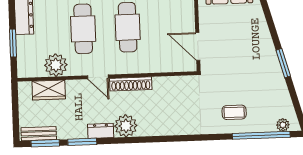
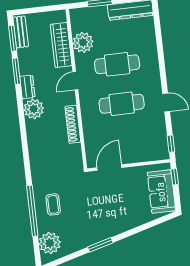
shoe rack: (131, 84) -> (73, 124), moved
wardrobe: (49, 90) -> (61, 45), width x1.50
plant: (283, 125) -> (50, 243), width x1.88, depth x1.88
window: (261, 135) -> (32, 211), moved

